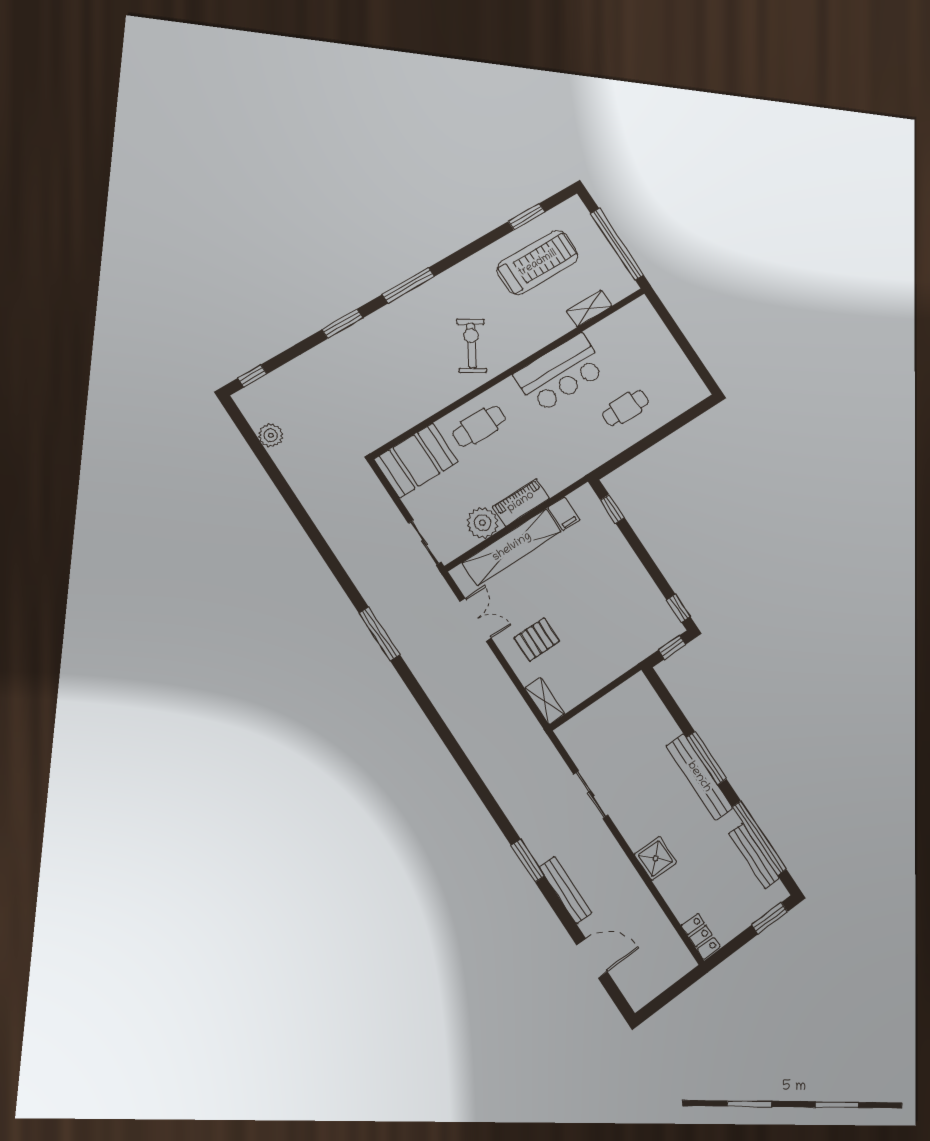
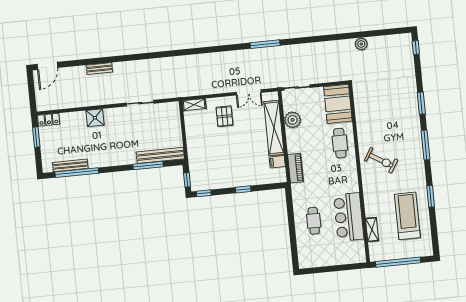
window: (527, 217) -> (431, 196), moved
treadmill: (538, 263) -> (407, 216), turned 180
bar counter: (560, 373) -> (349, 217), moved
plant: (271, 435) -> (361, 44), moved
piano: (521, 502) -> (295, 168), moved
window: (612, 509) -> (243, 189), moved
window: (706, 758) -> (148, 165), moved
bench: (699, 777) -> (160, 155), moved
window: (528, 861) -> (127, 58), removed
bench: (566, 890) -> (99, 69), width x0.73
window: (770, 918) -> (36, 137), moved
door: (592, 958) -> (47, 66), moved

